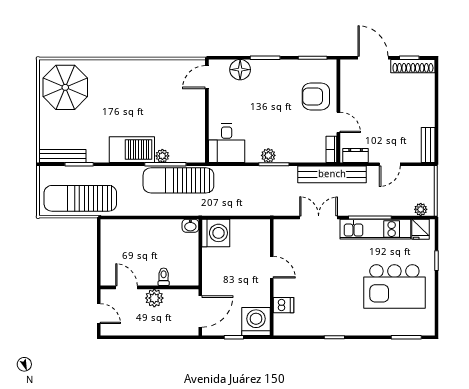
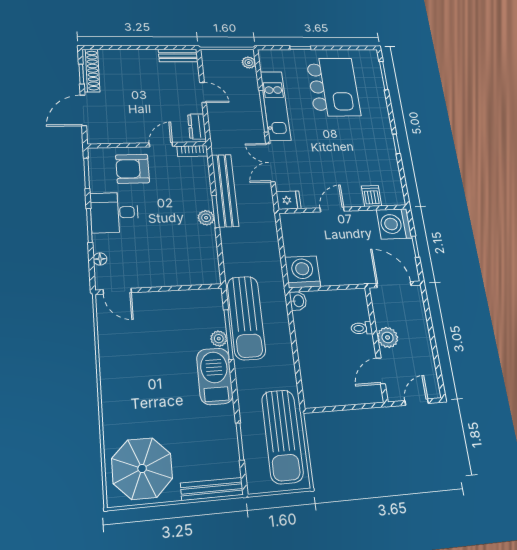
floor lamp: (240, 70) -> (100, 259), width x0.53, depth x0.53
armchair: (316, 96) -> (133, 169), turned 90
desk: (227, 143) -> (114, 213), moved, turned 180
bench: (62, 156) -> (212, 489), moved, turned 90
bench: (332, 174) -> (225, 190), moved
fridge: (421, 229) -> (289, 200), moved

